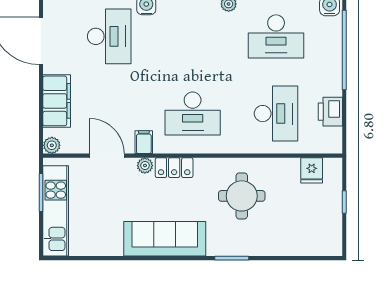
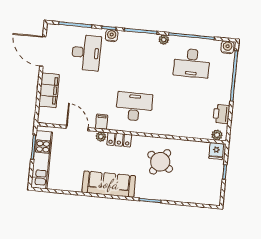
desk: (193, 114) -> (134, 107), turned 180
desk: (276, 114) -> (187, 112), removed
plant: (52, 145) -> (217, 135), moved
fridge: (312, 170) -> (216, 151), moved
round table: (242, 196) -> (160, 162), turned 33

